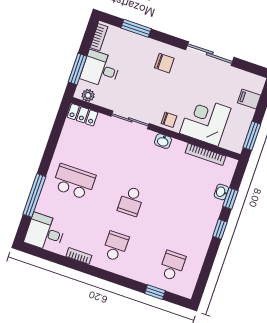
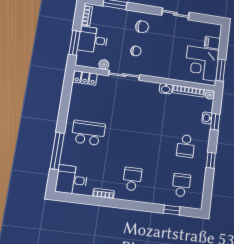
sliding door: (210, 54) -> (175, 14), width x0.73
plant: (88, 95) -> (104, 64), moved
chair: (169, 120) -> (136, 51), moved
corner desk: (205, 121) -> (202, 63), moved, turned -90
washbasin: (163, 141) -> (166, 89), moved
plant: (231, 164) -> (210, 95), added
school desk: (131, 201) -> (186, 146), moved
window: (220, 229) -> (211, 160), moved

